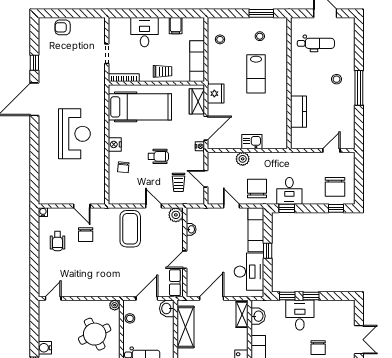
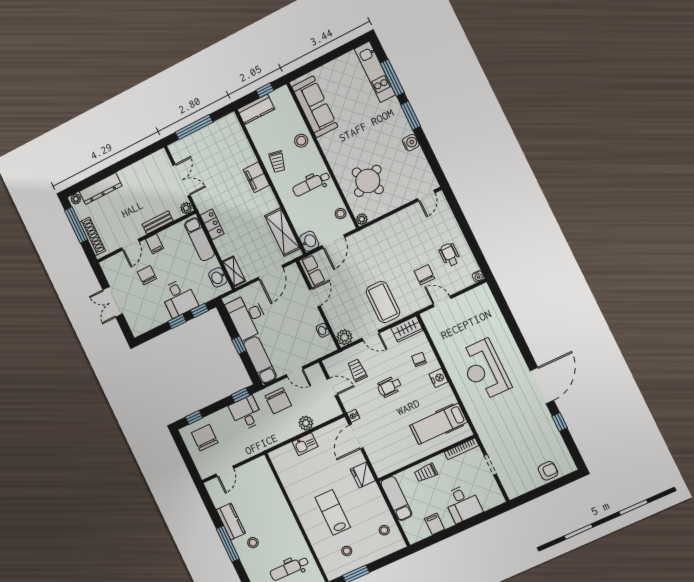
wardrobe: (197, 101) -> (407, 329), moved, turned 90
hospital bed: (140, 107) -> (439, 424), width x0.73, depth x0.78
kitchen counter: (299, 112) -> (231, 521), moved, turned 180

